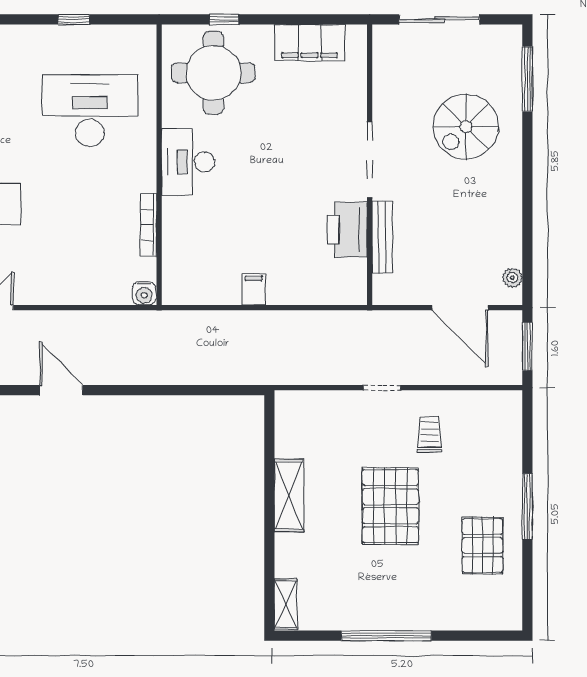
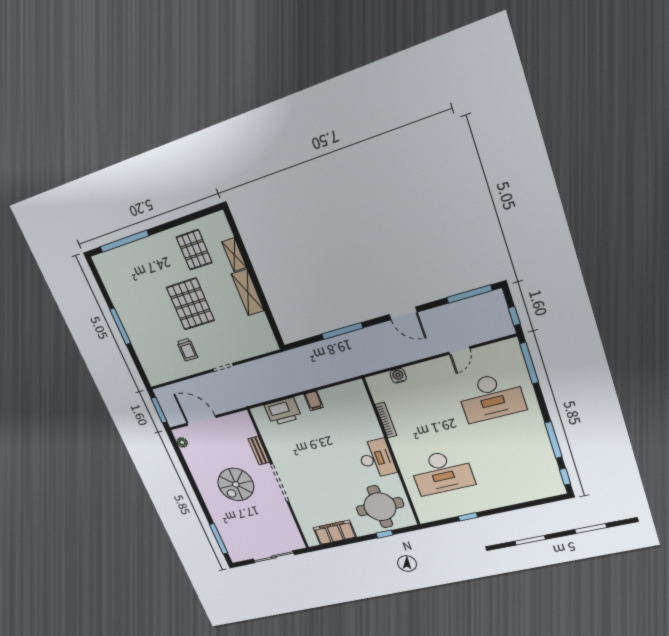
spiral stairs: (466, 127) -> (236, 484), moved, turned 180
printer: (347, 230) -> (283, 411), moved, turned 90
bench: (382, 237) -> (259, 451), width x0.73
water cooler: (144, 293) -> (398, 376), moved
window: (164, 390) -> (342, 331), added
pallet: (482, 545) -> (194, 250), moved
shelving: (286, 604) -> (234, 255), moved
window: (386, 636) -> (124, 241), moved

